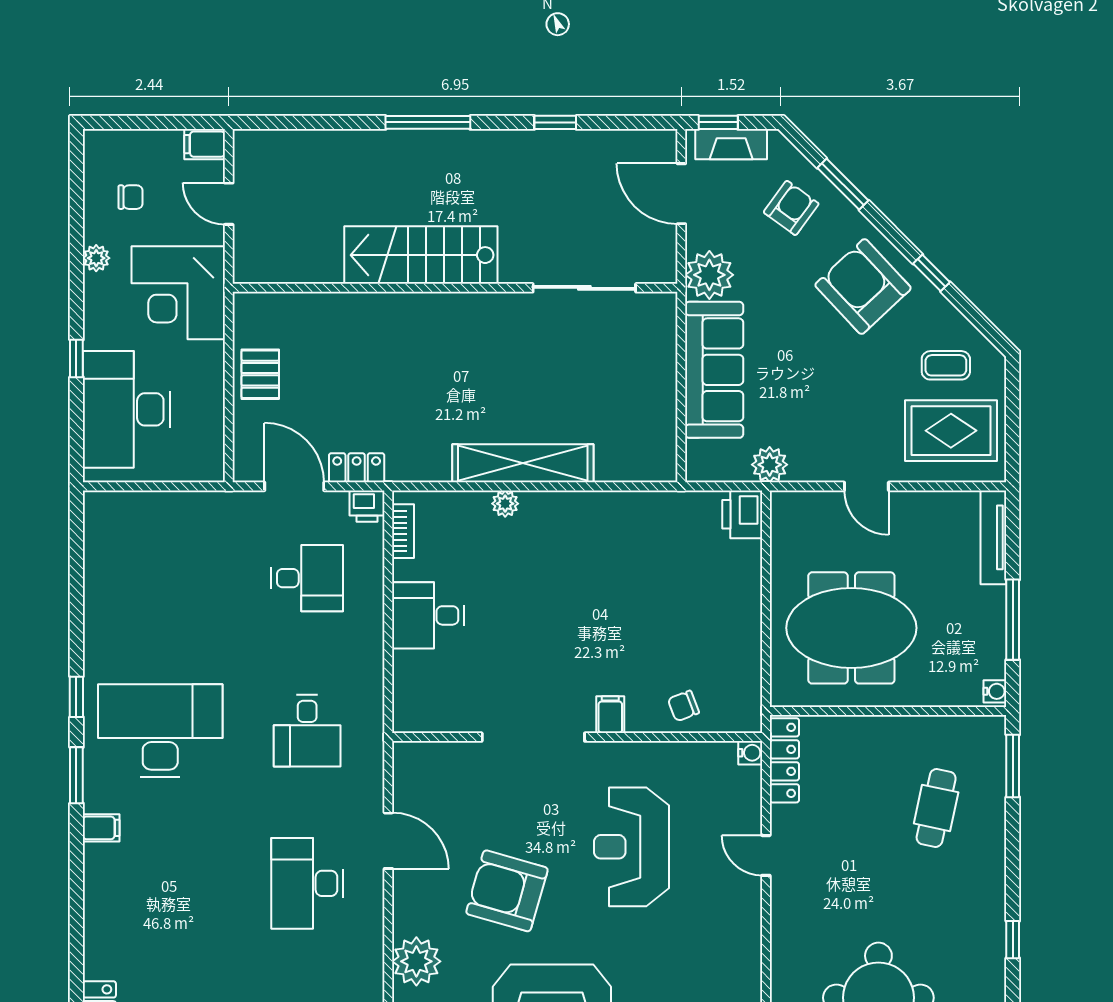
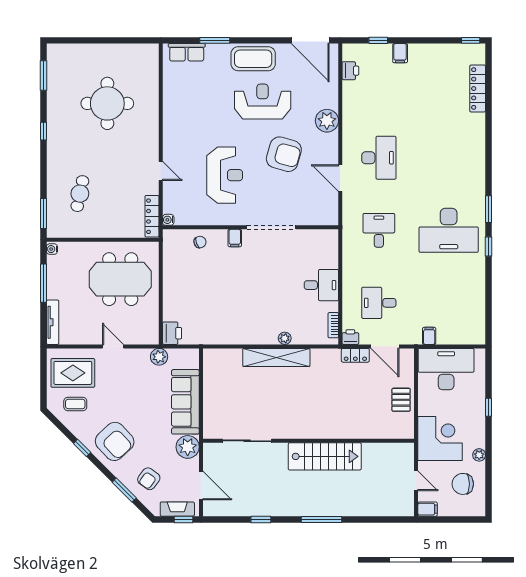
chair: (131, 197) -> (463, 484), width x1.87, depth x1.87
desk: (127, 409) -> (446, 369), moved, turned -90
filing cabinet: (101, 828) -> (429, 336), moved, turned 90

